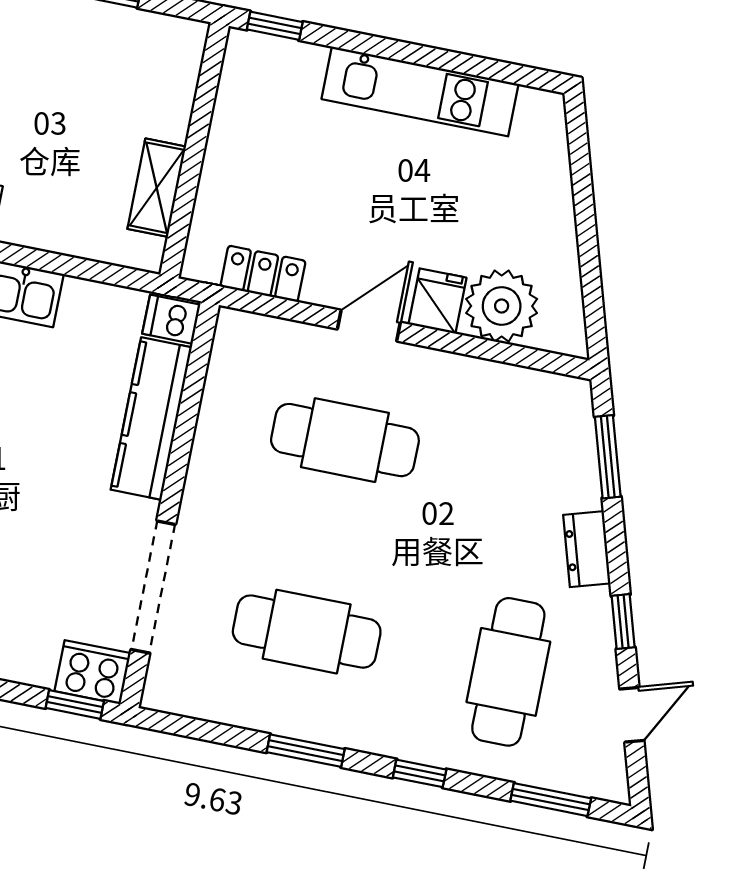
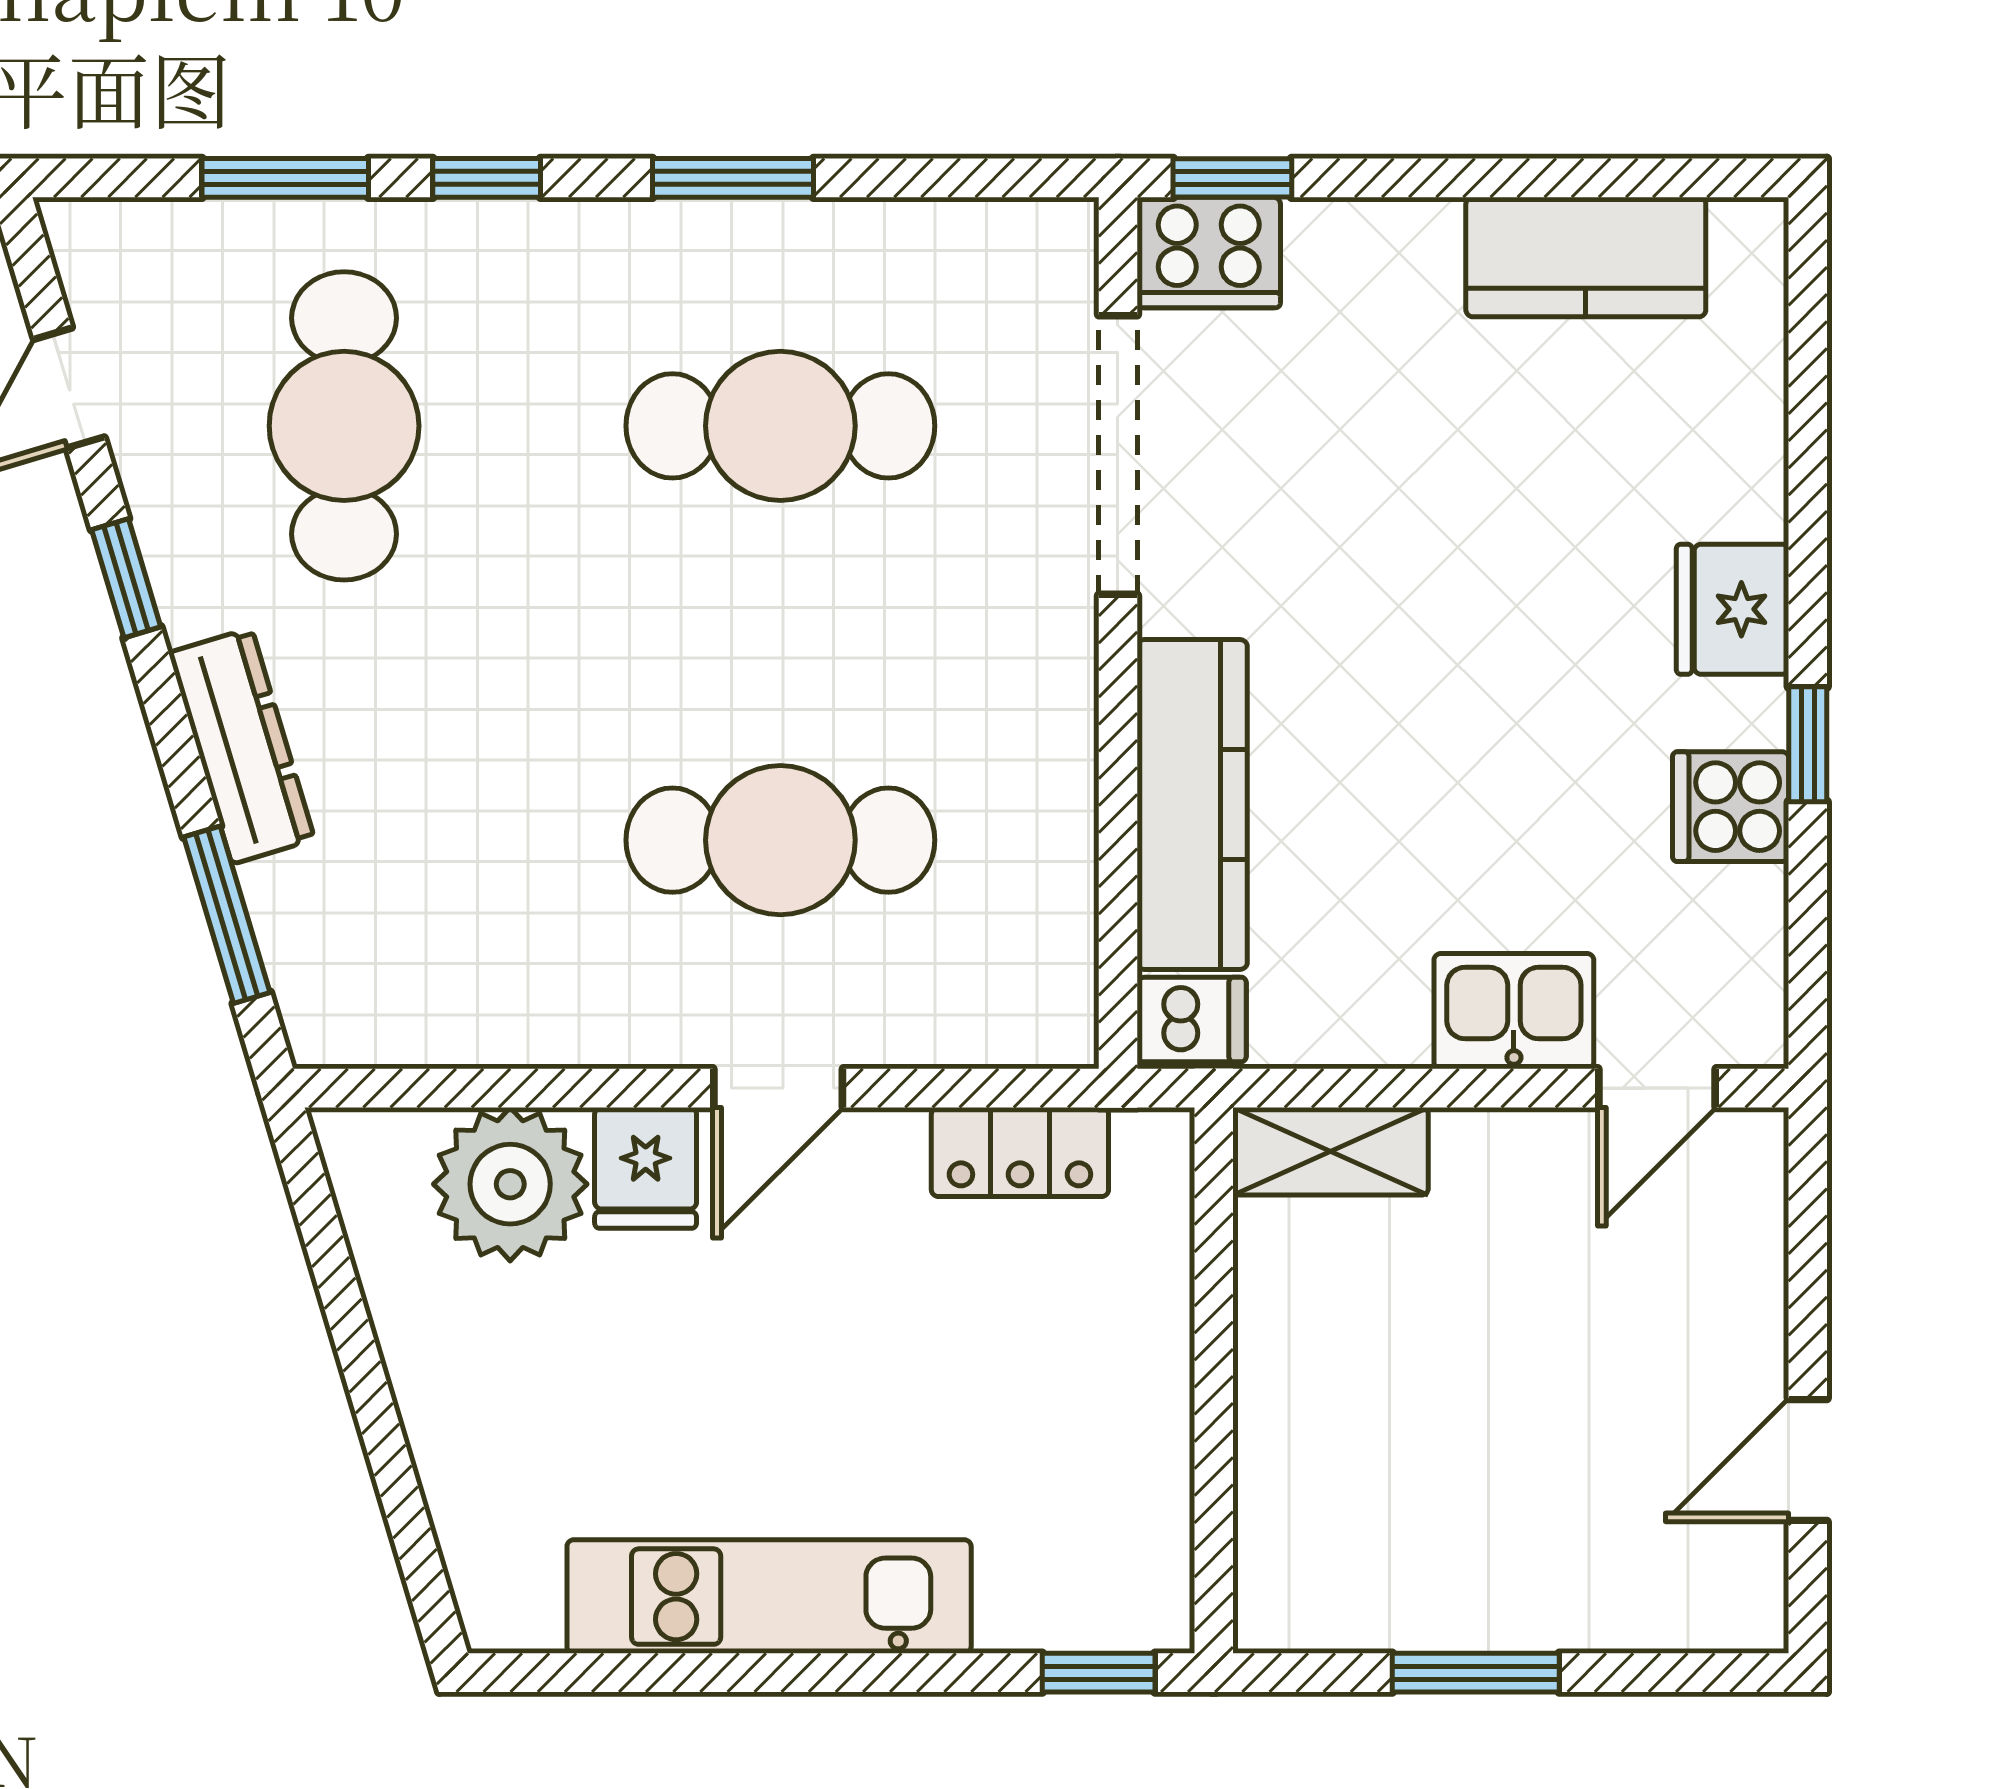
shelving: (157, 188) -> (1331, 1151), moved, turned 90
dresser: (587, 549) -> (242, 746), width x1.44
window: (551, 800) -> (285, 178), moved

